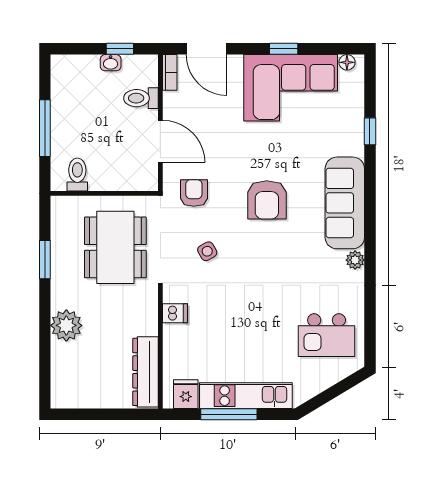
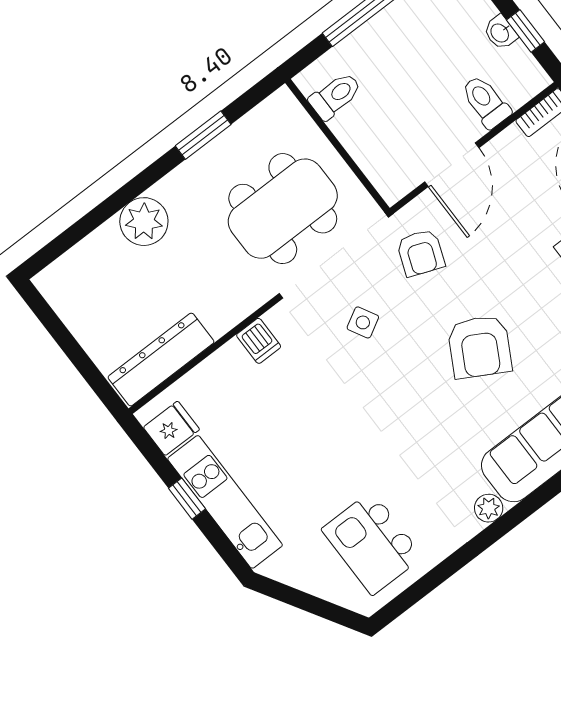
armchair: (194, 193) -> (421, 253), turned 111
armchair: (267, 200) -> (480, 347), turned -61
window: (229, 414) -> (187, 499), width x0.46

